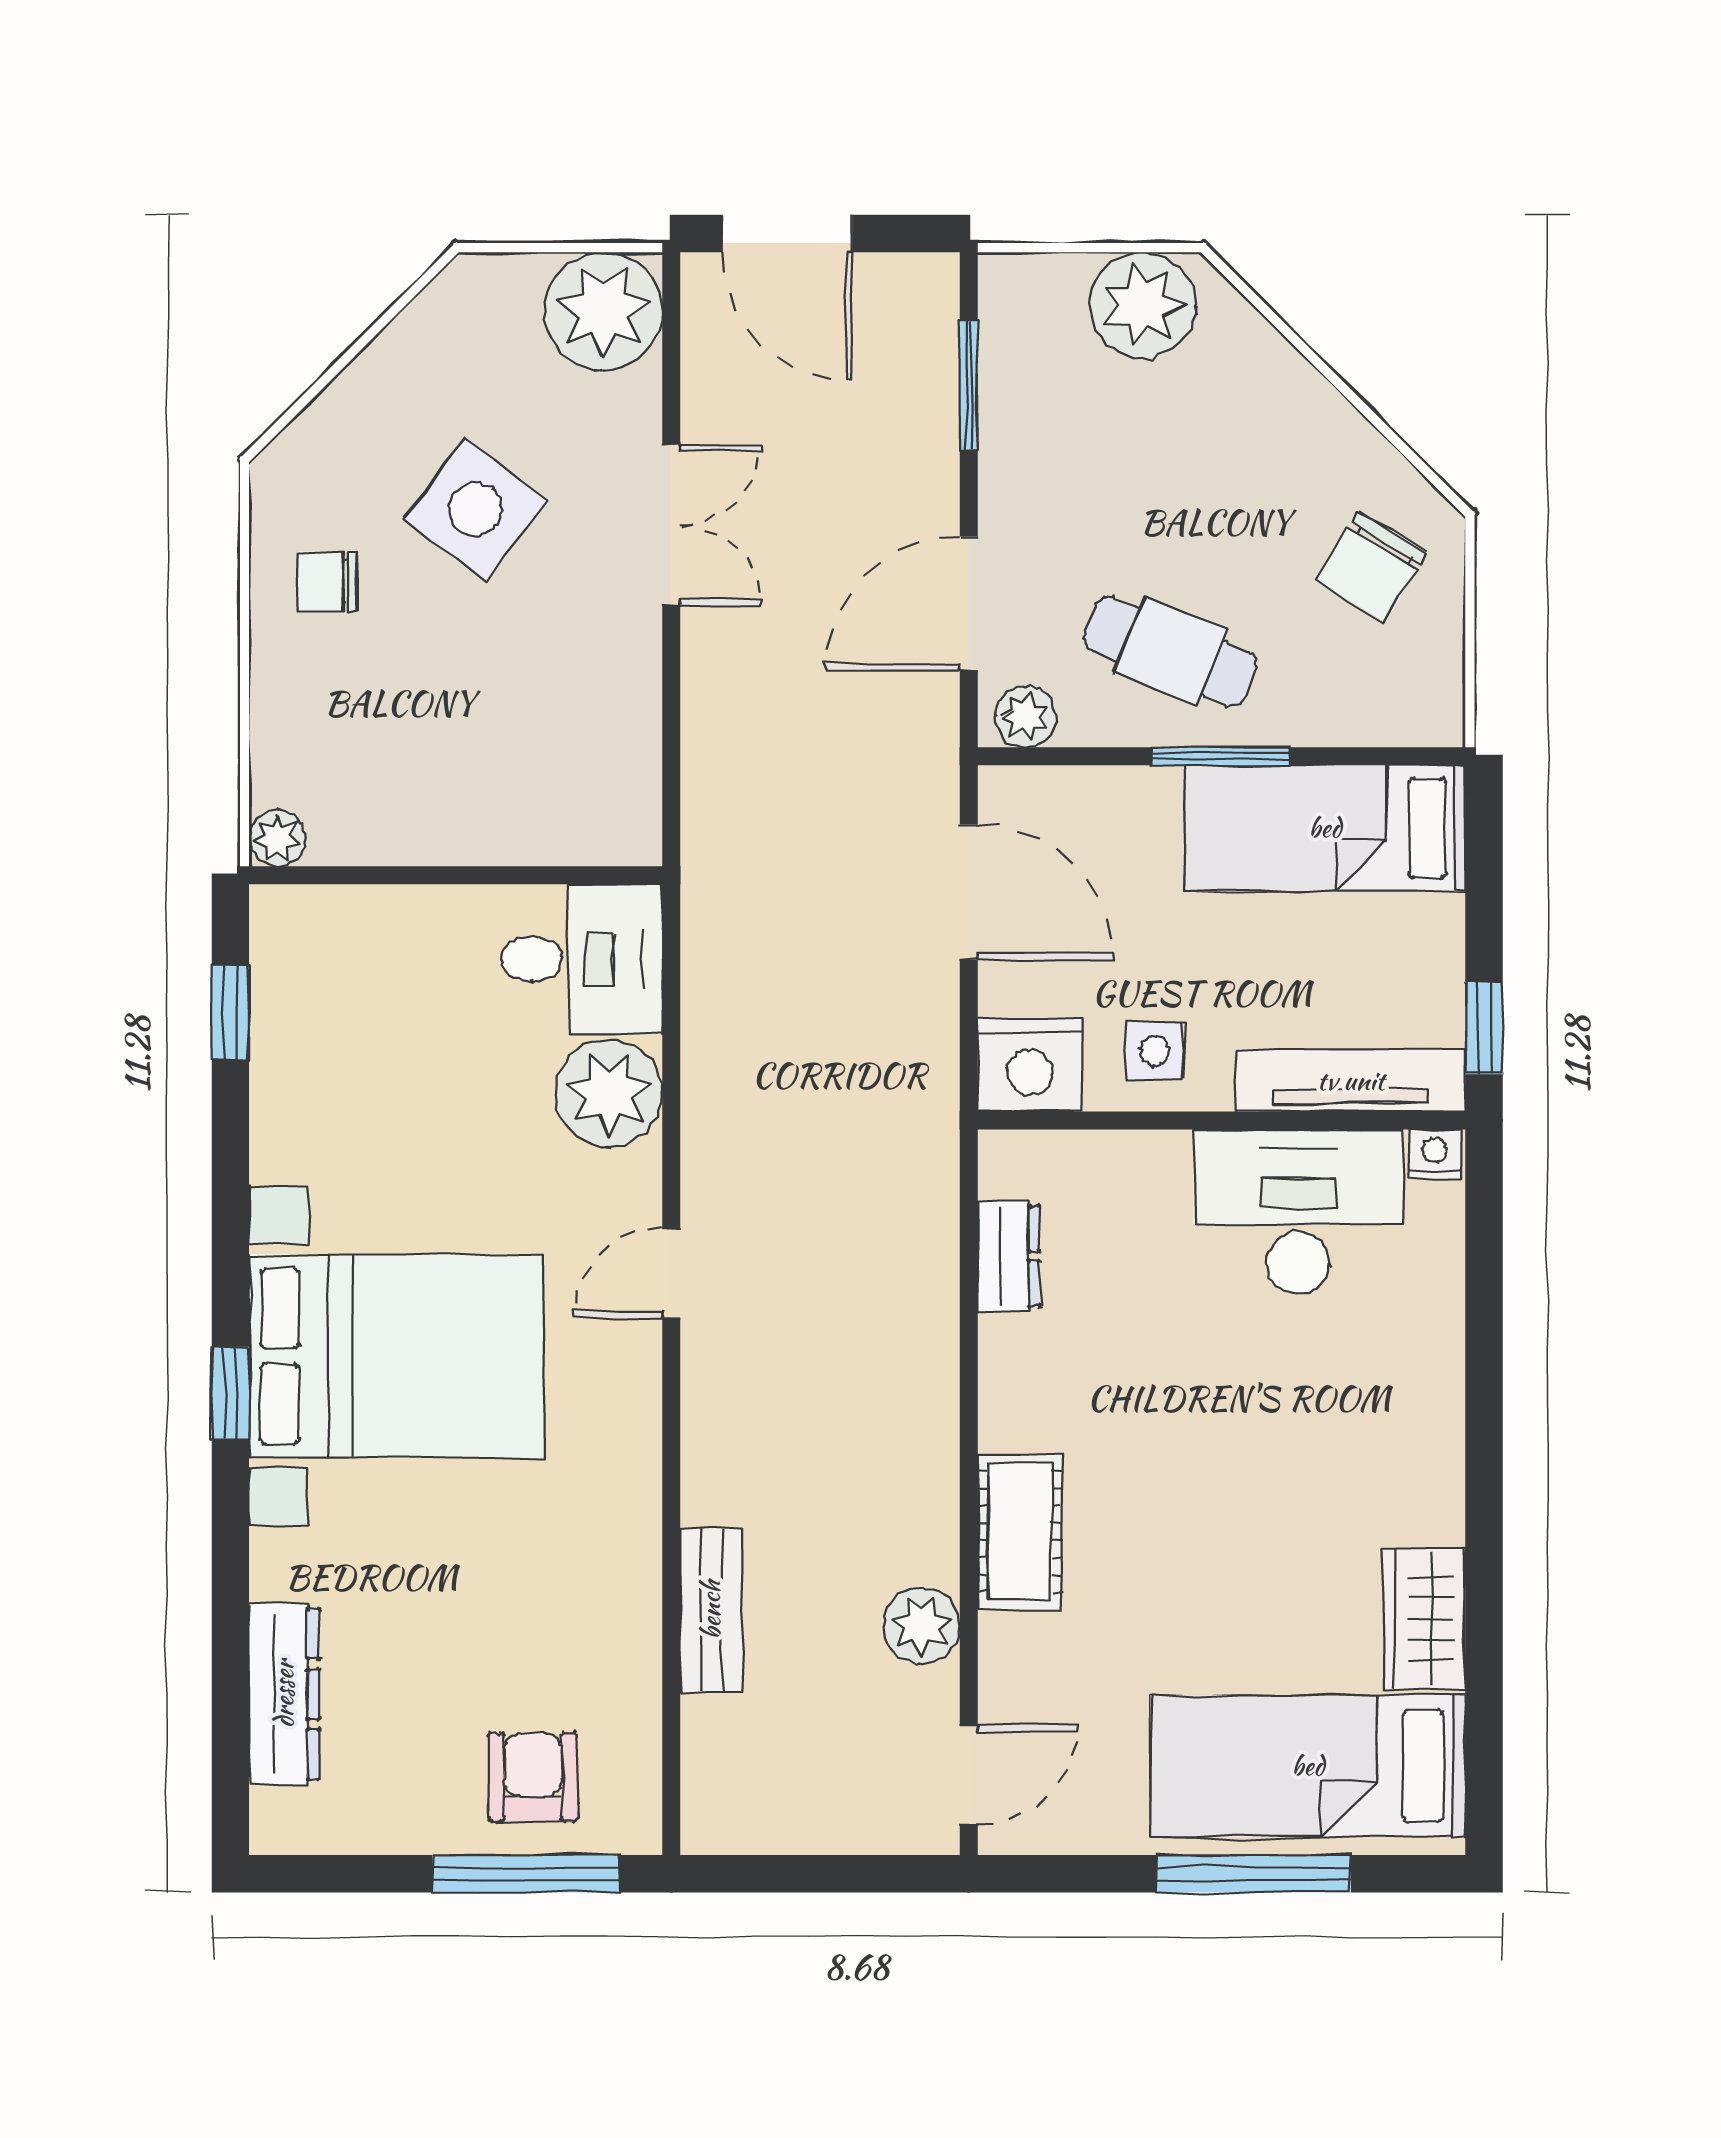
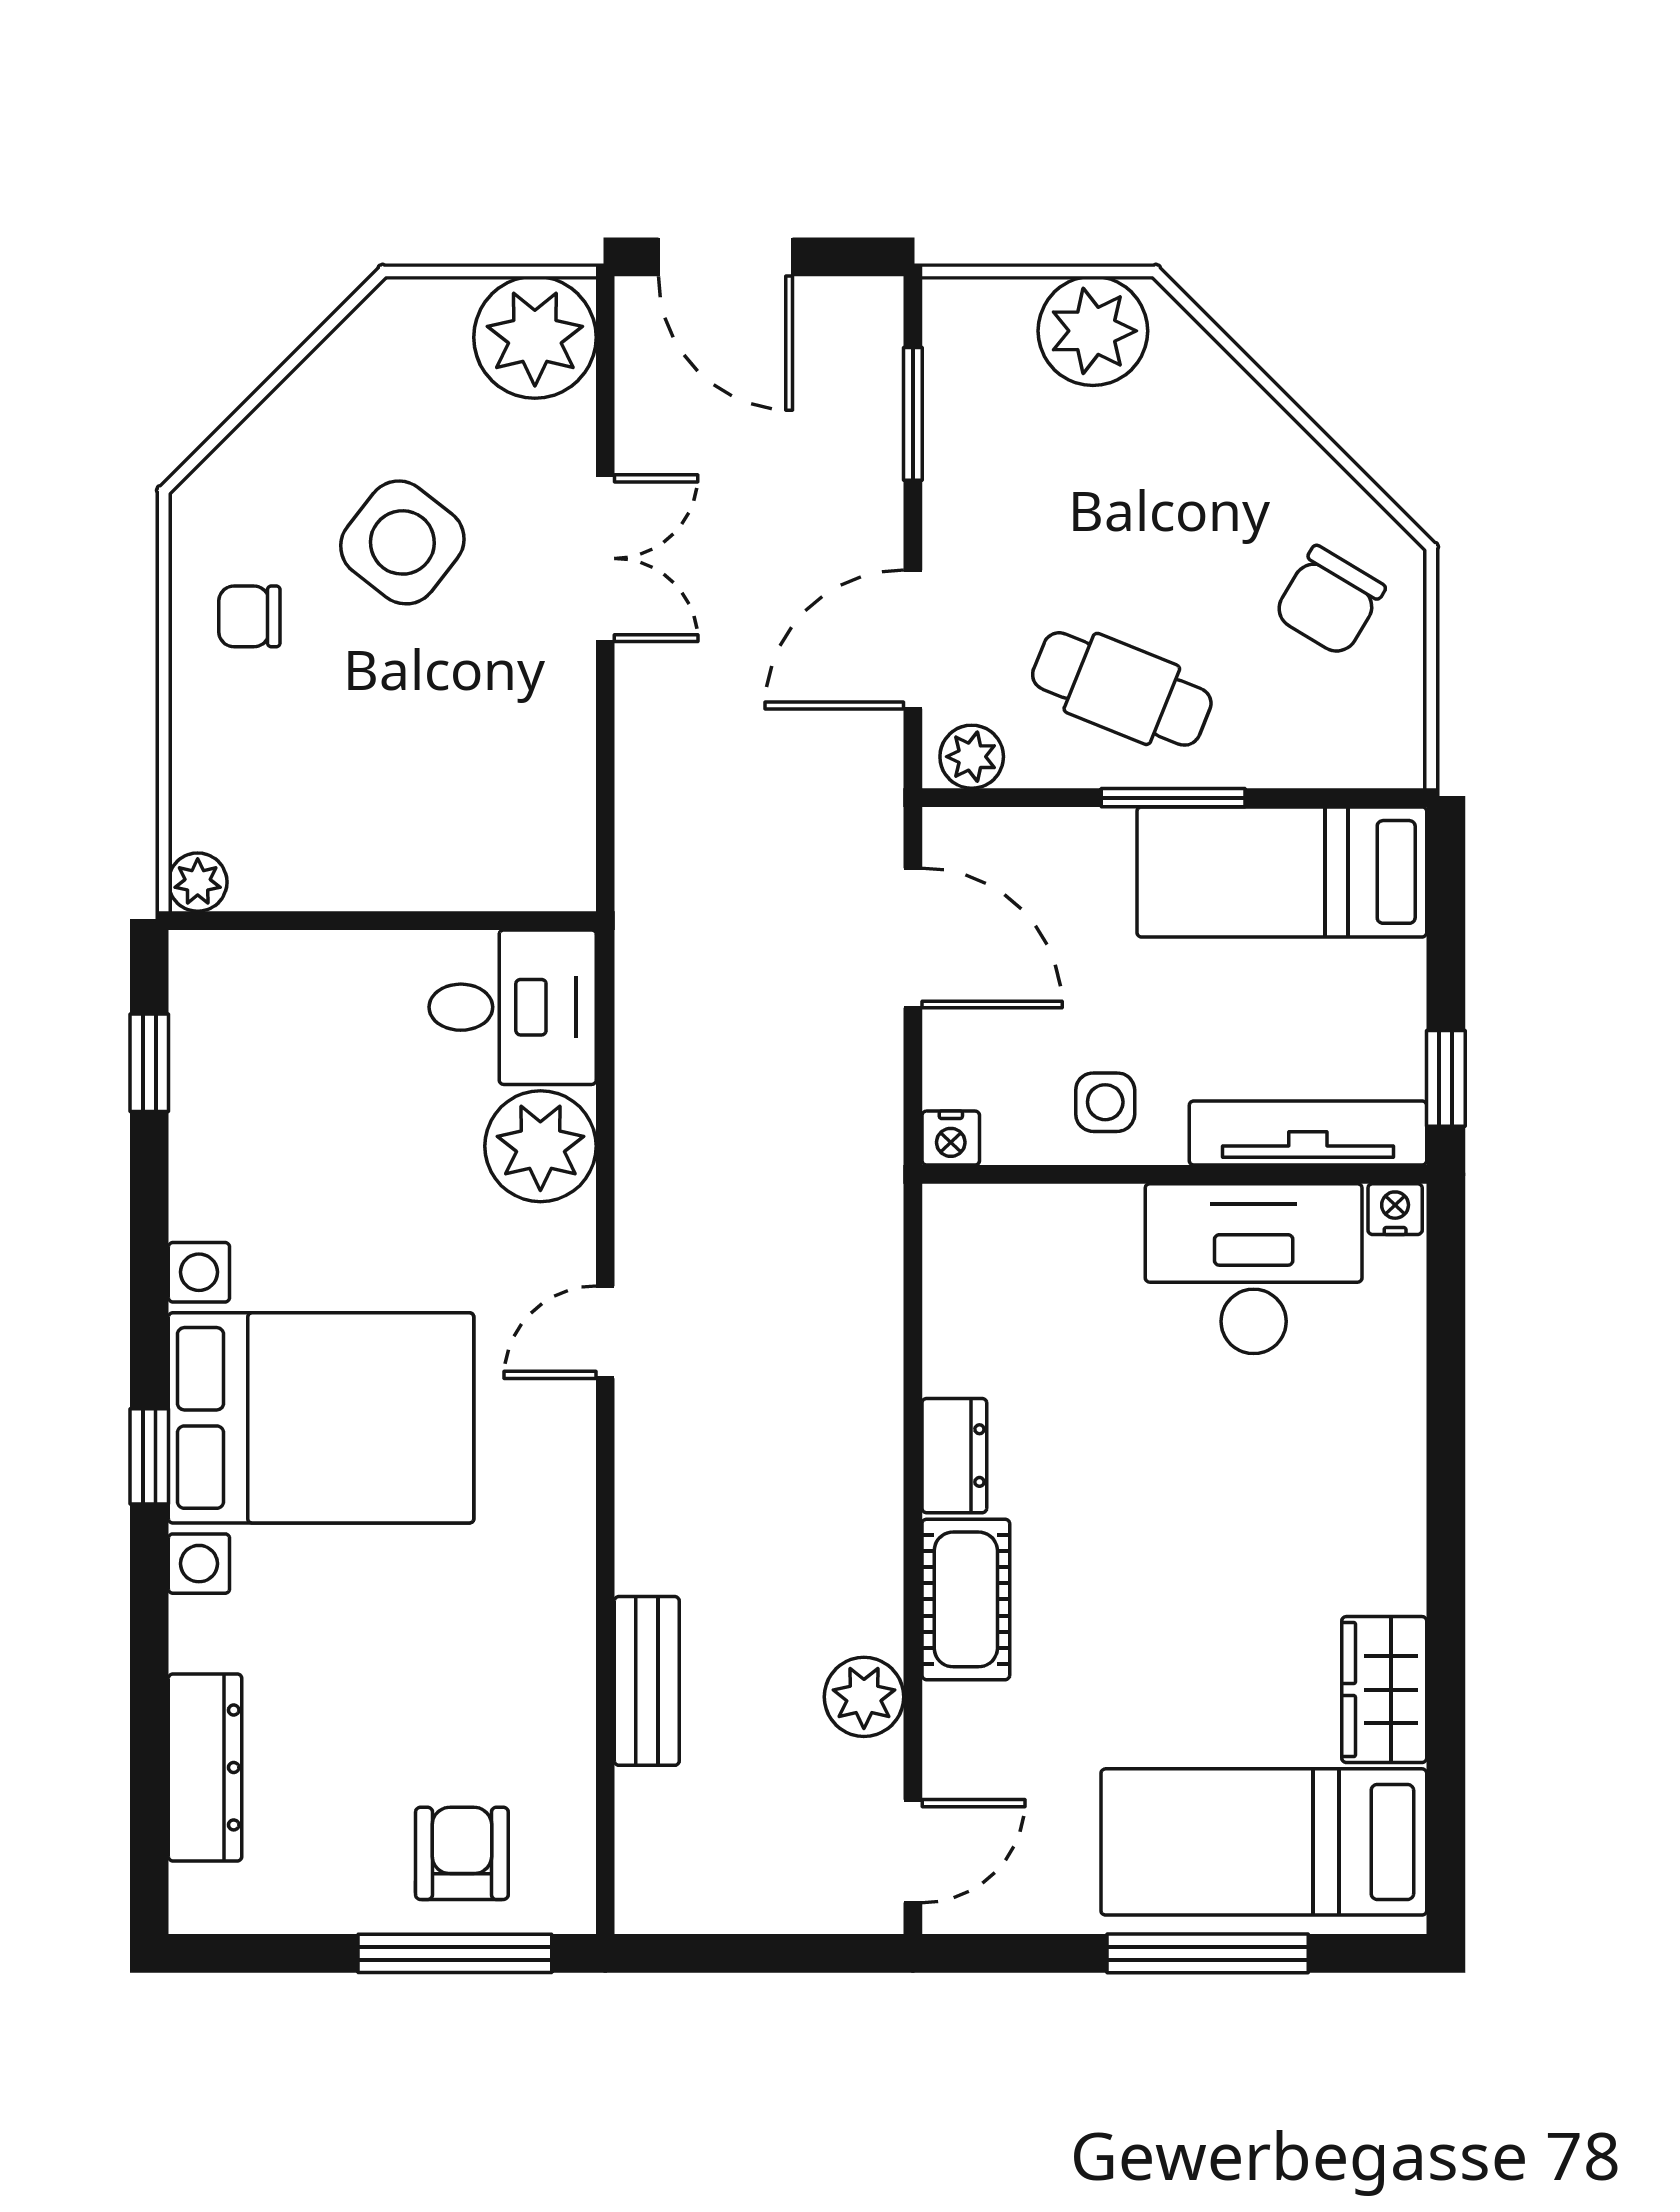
nightstand: (1030, 1065) -> (951, 1138), width x0.53, depth x0.56
dresser: (1009, 1256) -> (954, 1456), moved

